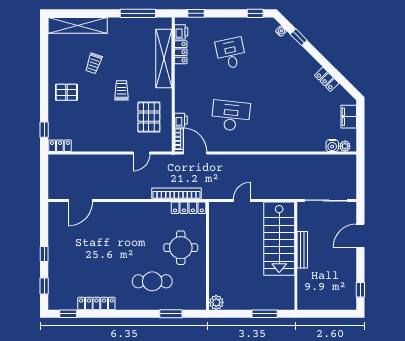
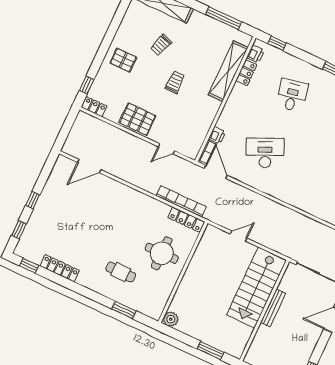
desk: (231, 116) -> (265, 153), turned -30
pallet: (149, 117) -> (137, 119), moved, turned 90
cafe table: (152, 281) -> (121, 272), width x0.73, depth x0.74

